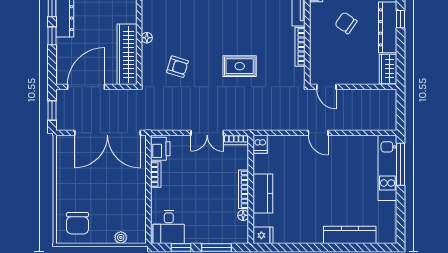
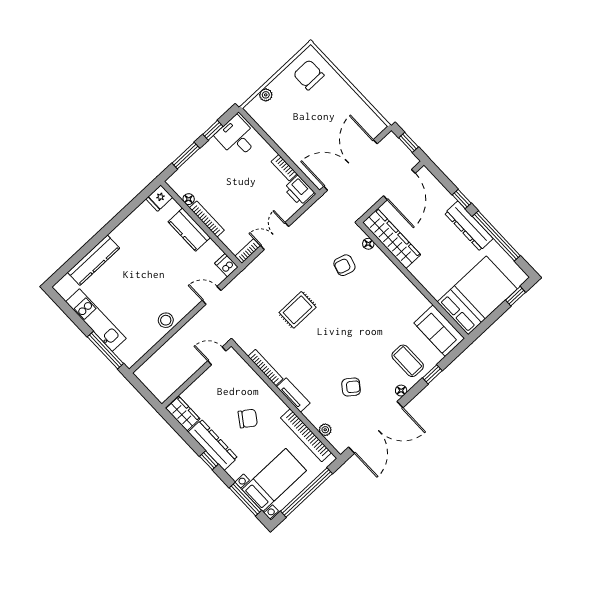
floor lamp: (147, 38) -> (368, 244), moved
door: (318, 133) -> (212, 295), moved
stool: (339, 146) -> (166, 320), added
kitchen unit: (387, 168) -> (96, 320), moved

